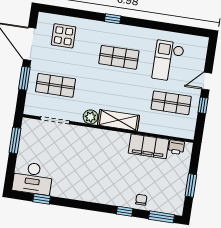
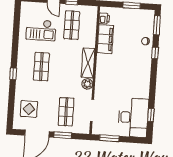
desk: (33, 178) -> (133, 118), width x1.36, depth x1.30

